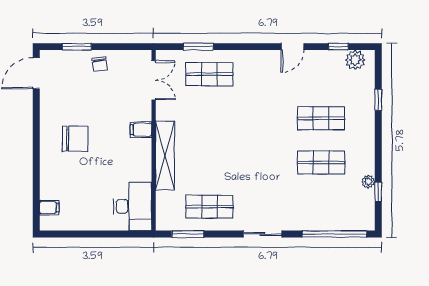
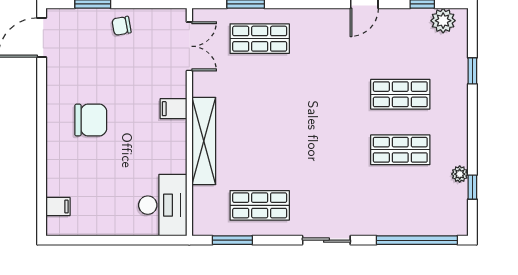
chair: (100, 64) -> (121, 26), turned 87

